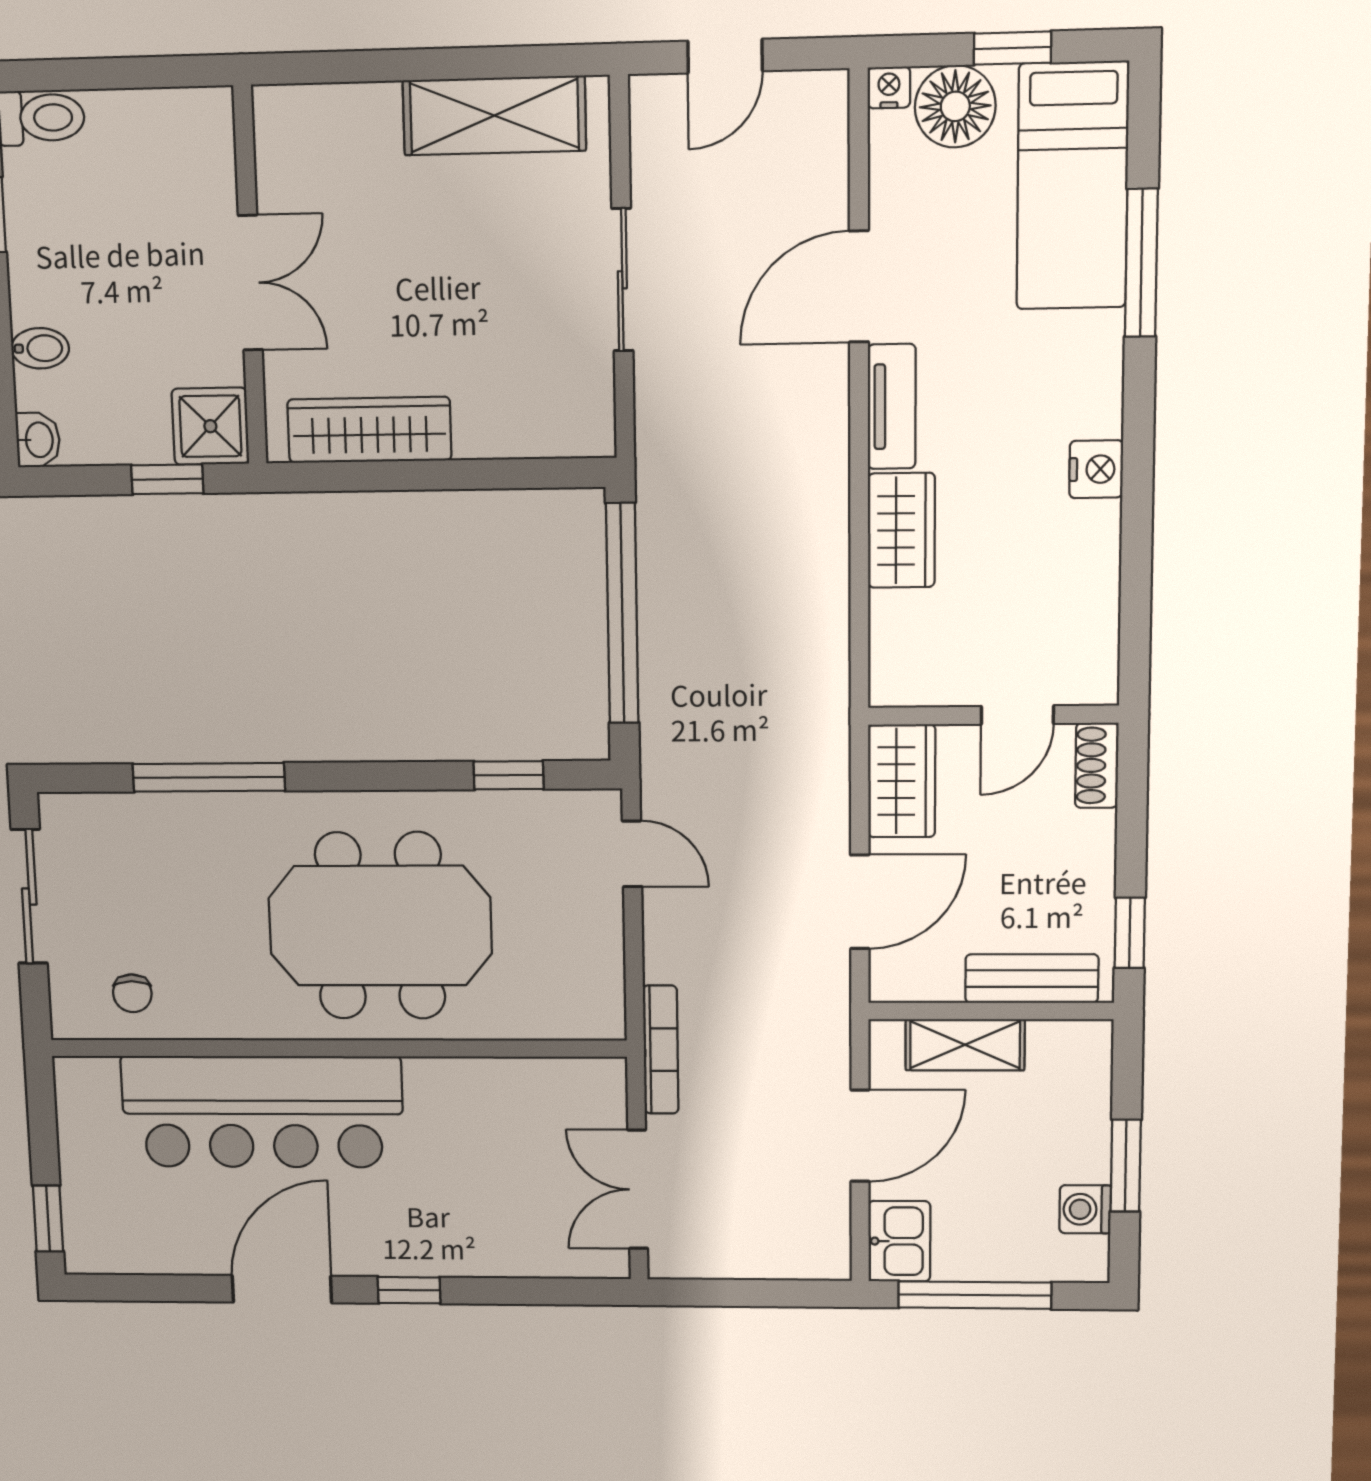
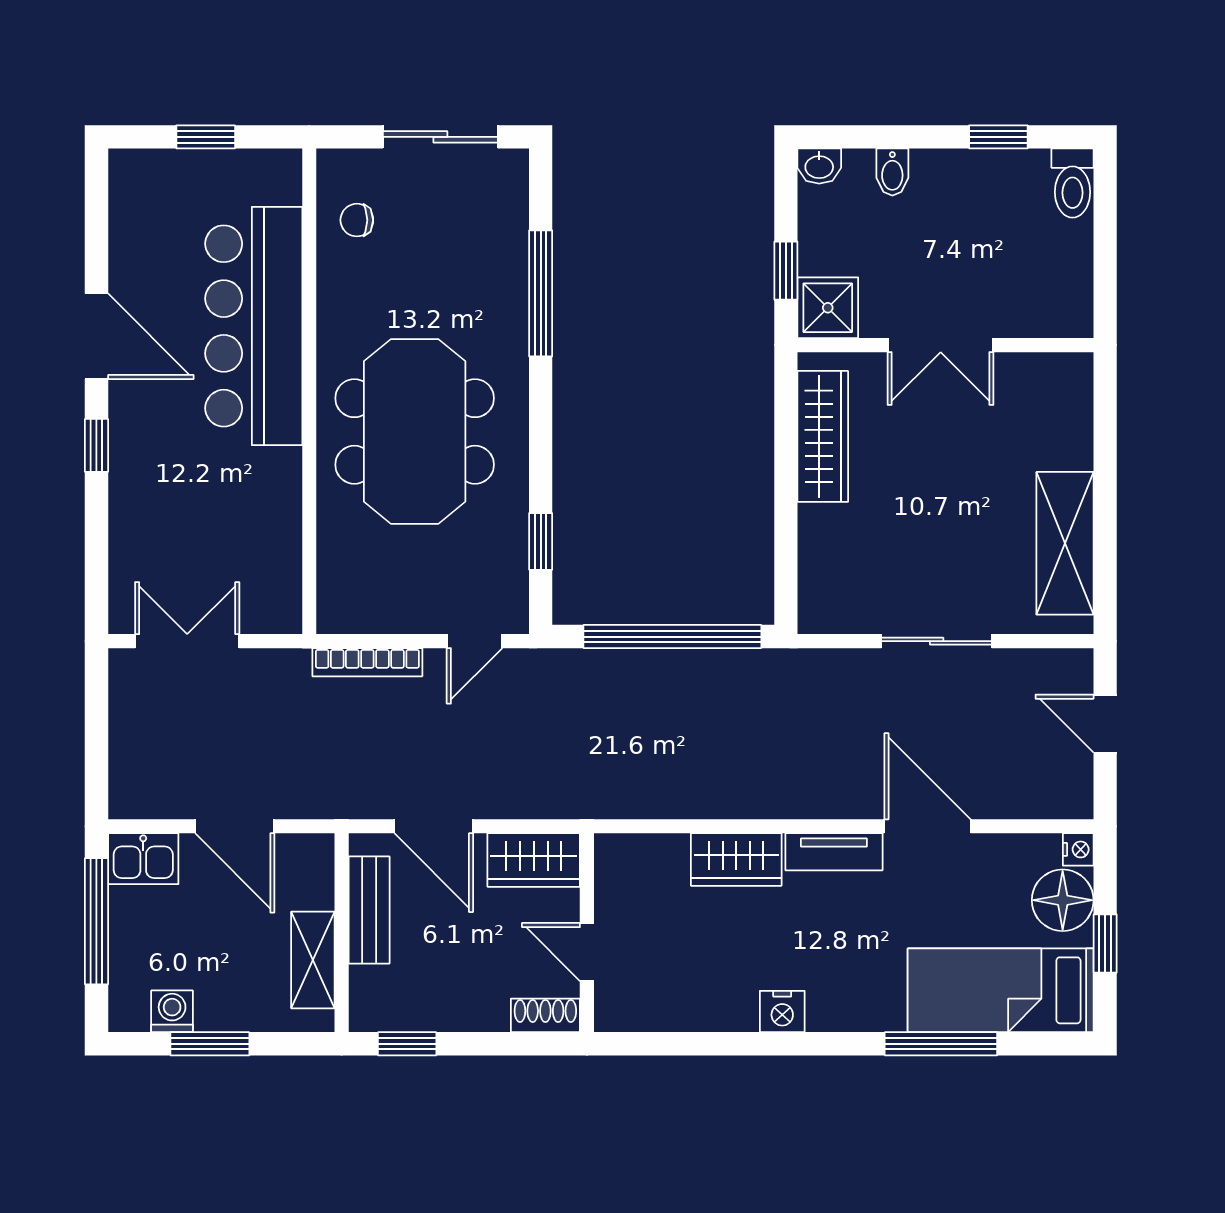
bench: (1032, 979) -> (369, 910), moved
shelving: (965, 1045) -> (313, 960), moved
bookcase: (661, 1050) -> (367, 662), moved
window: (48, 1218) -> (206, 137), moved

